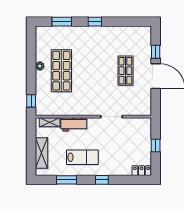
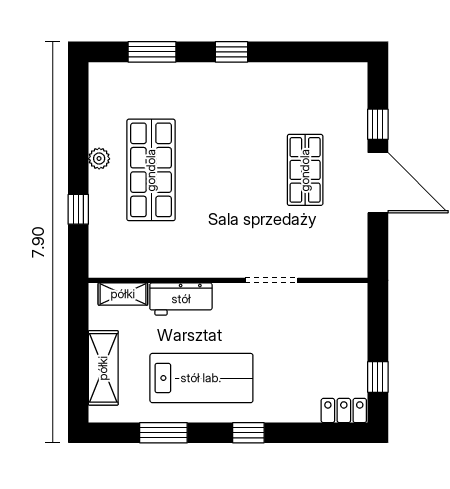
window: (31, 101) -> (78, 209), moved
window: (156, 146) -> (378, 377), moved
lab bench: (82, 157) -> (201, 378), width x1.36, depth x1.39

